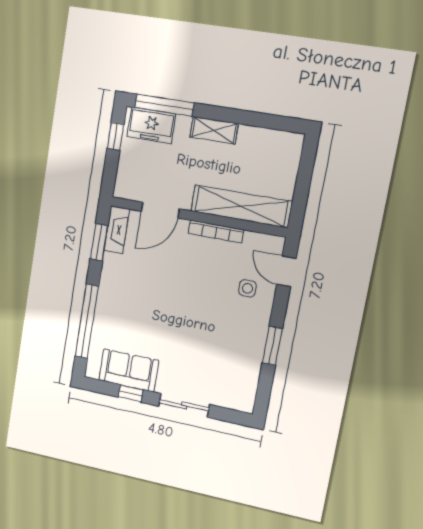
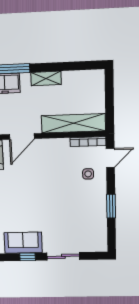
bookcase: (216, 231) -> (88, 142), moved
door: (286, 271) -> (110, 158), swing flipped

